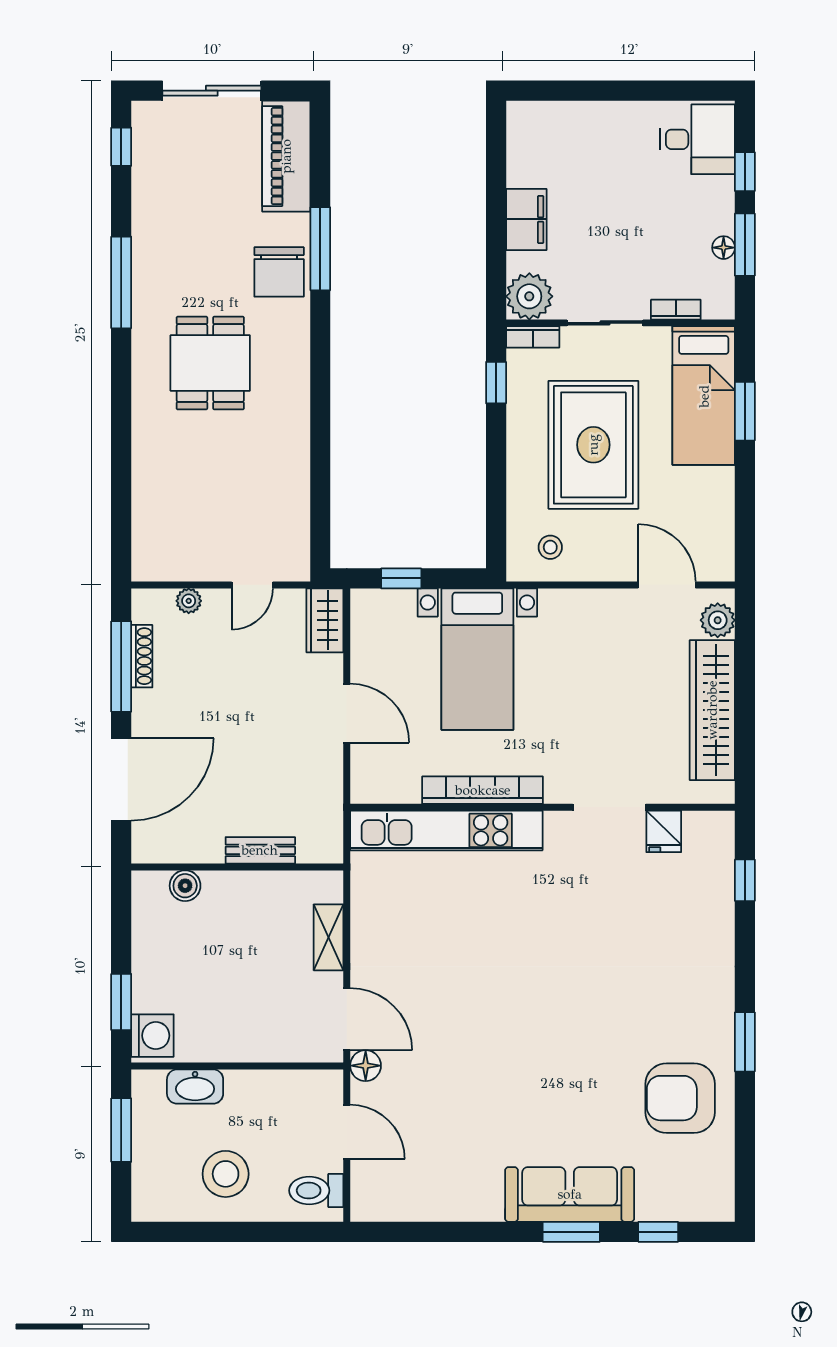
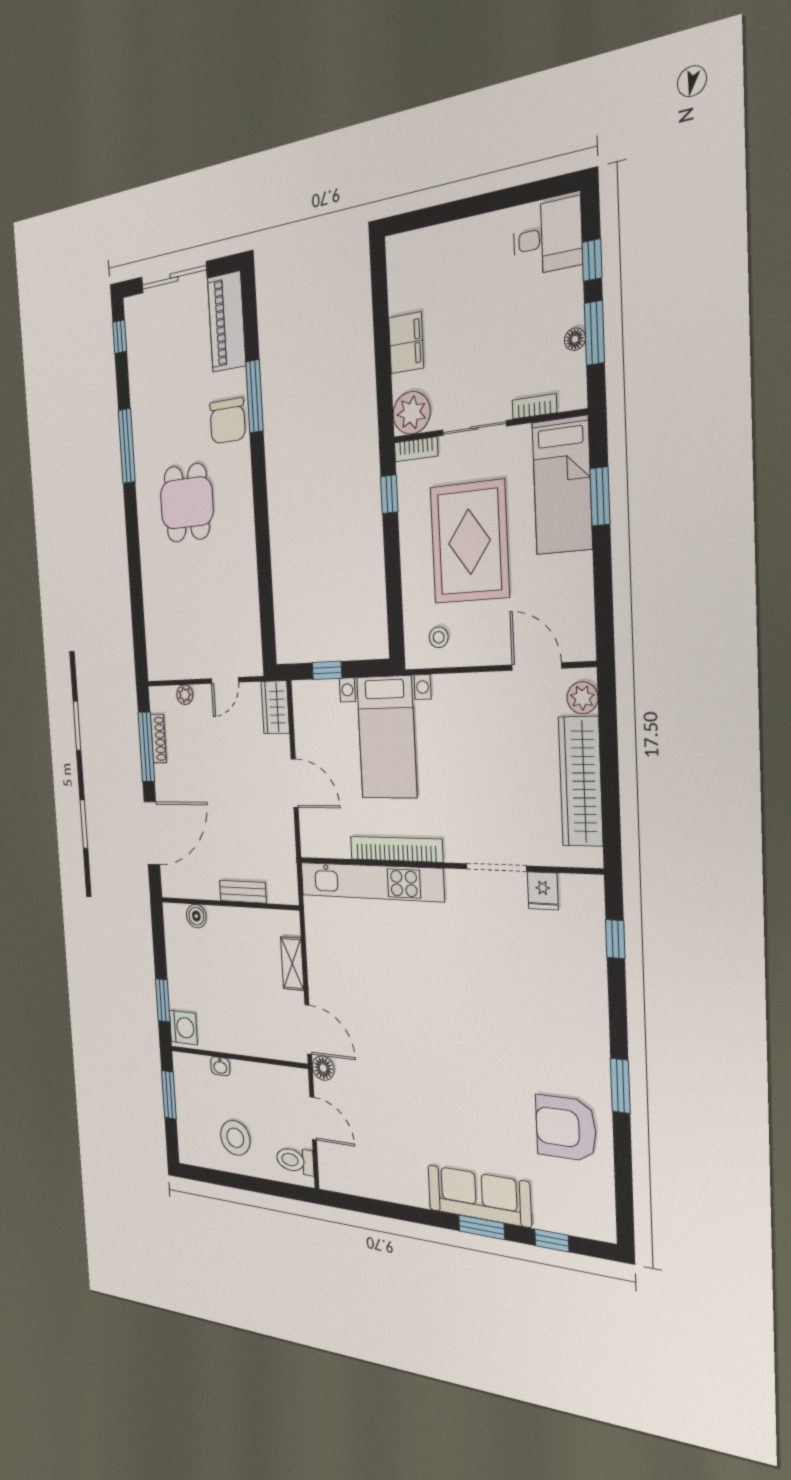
washbasin: (195, 1087) -> (220, 1066), width x0.52, depth x0.69

